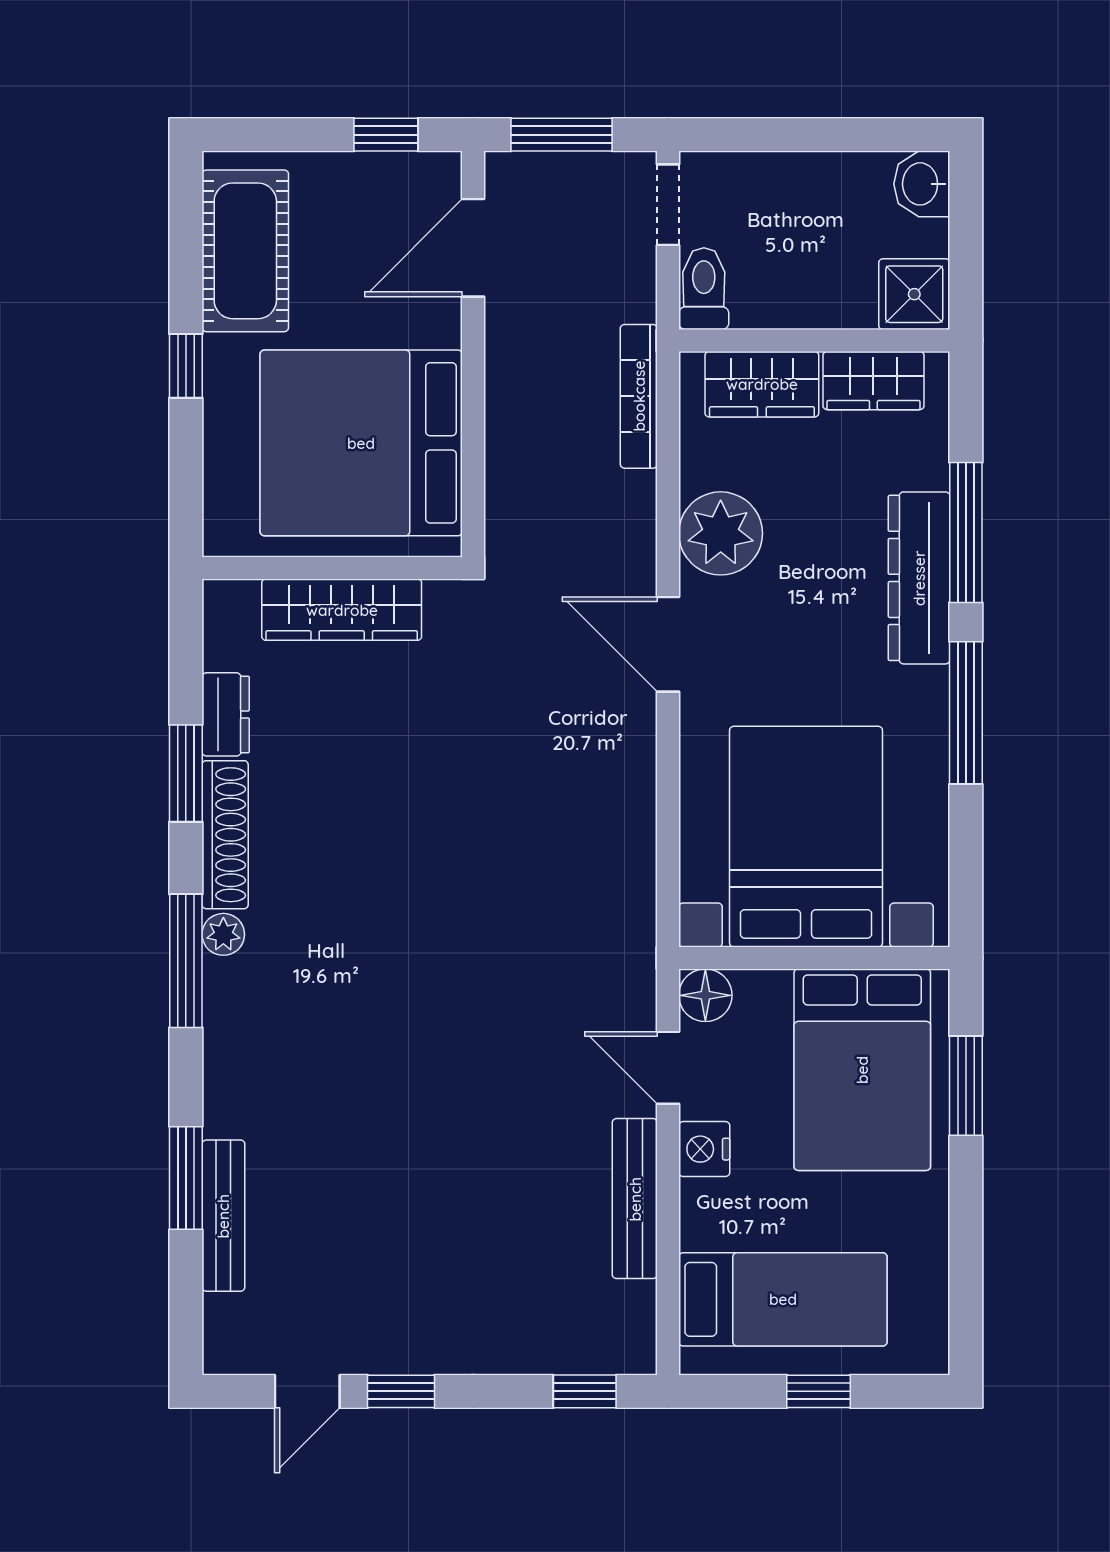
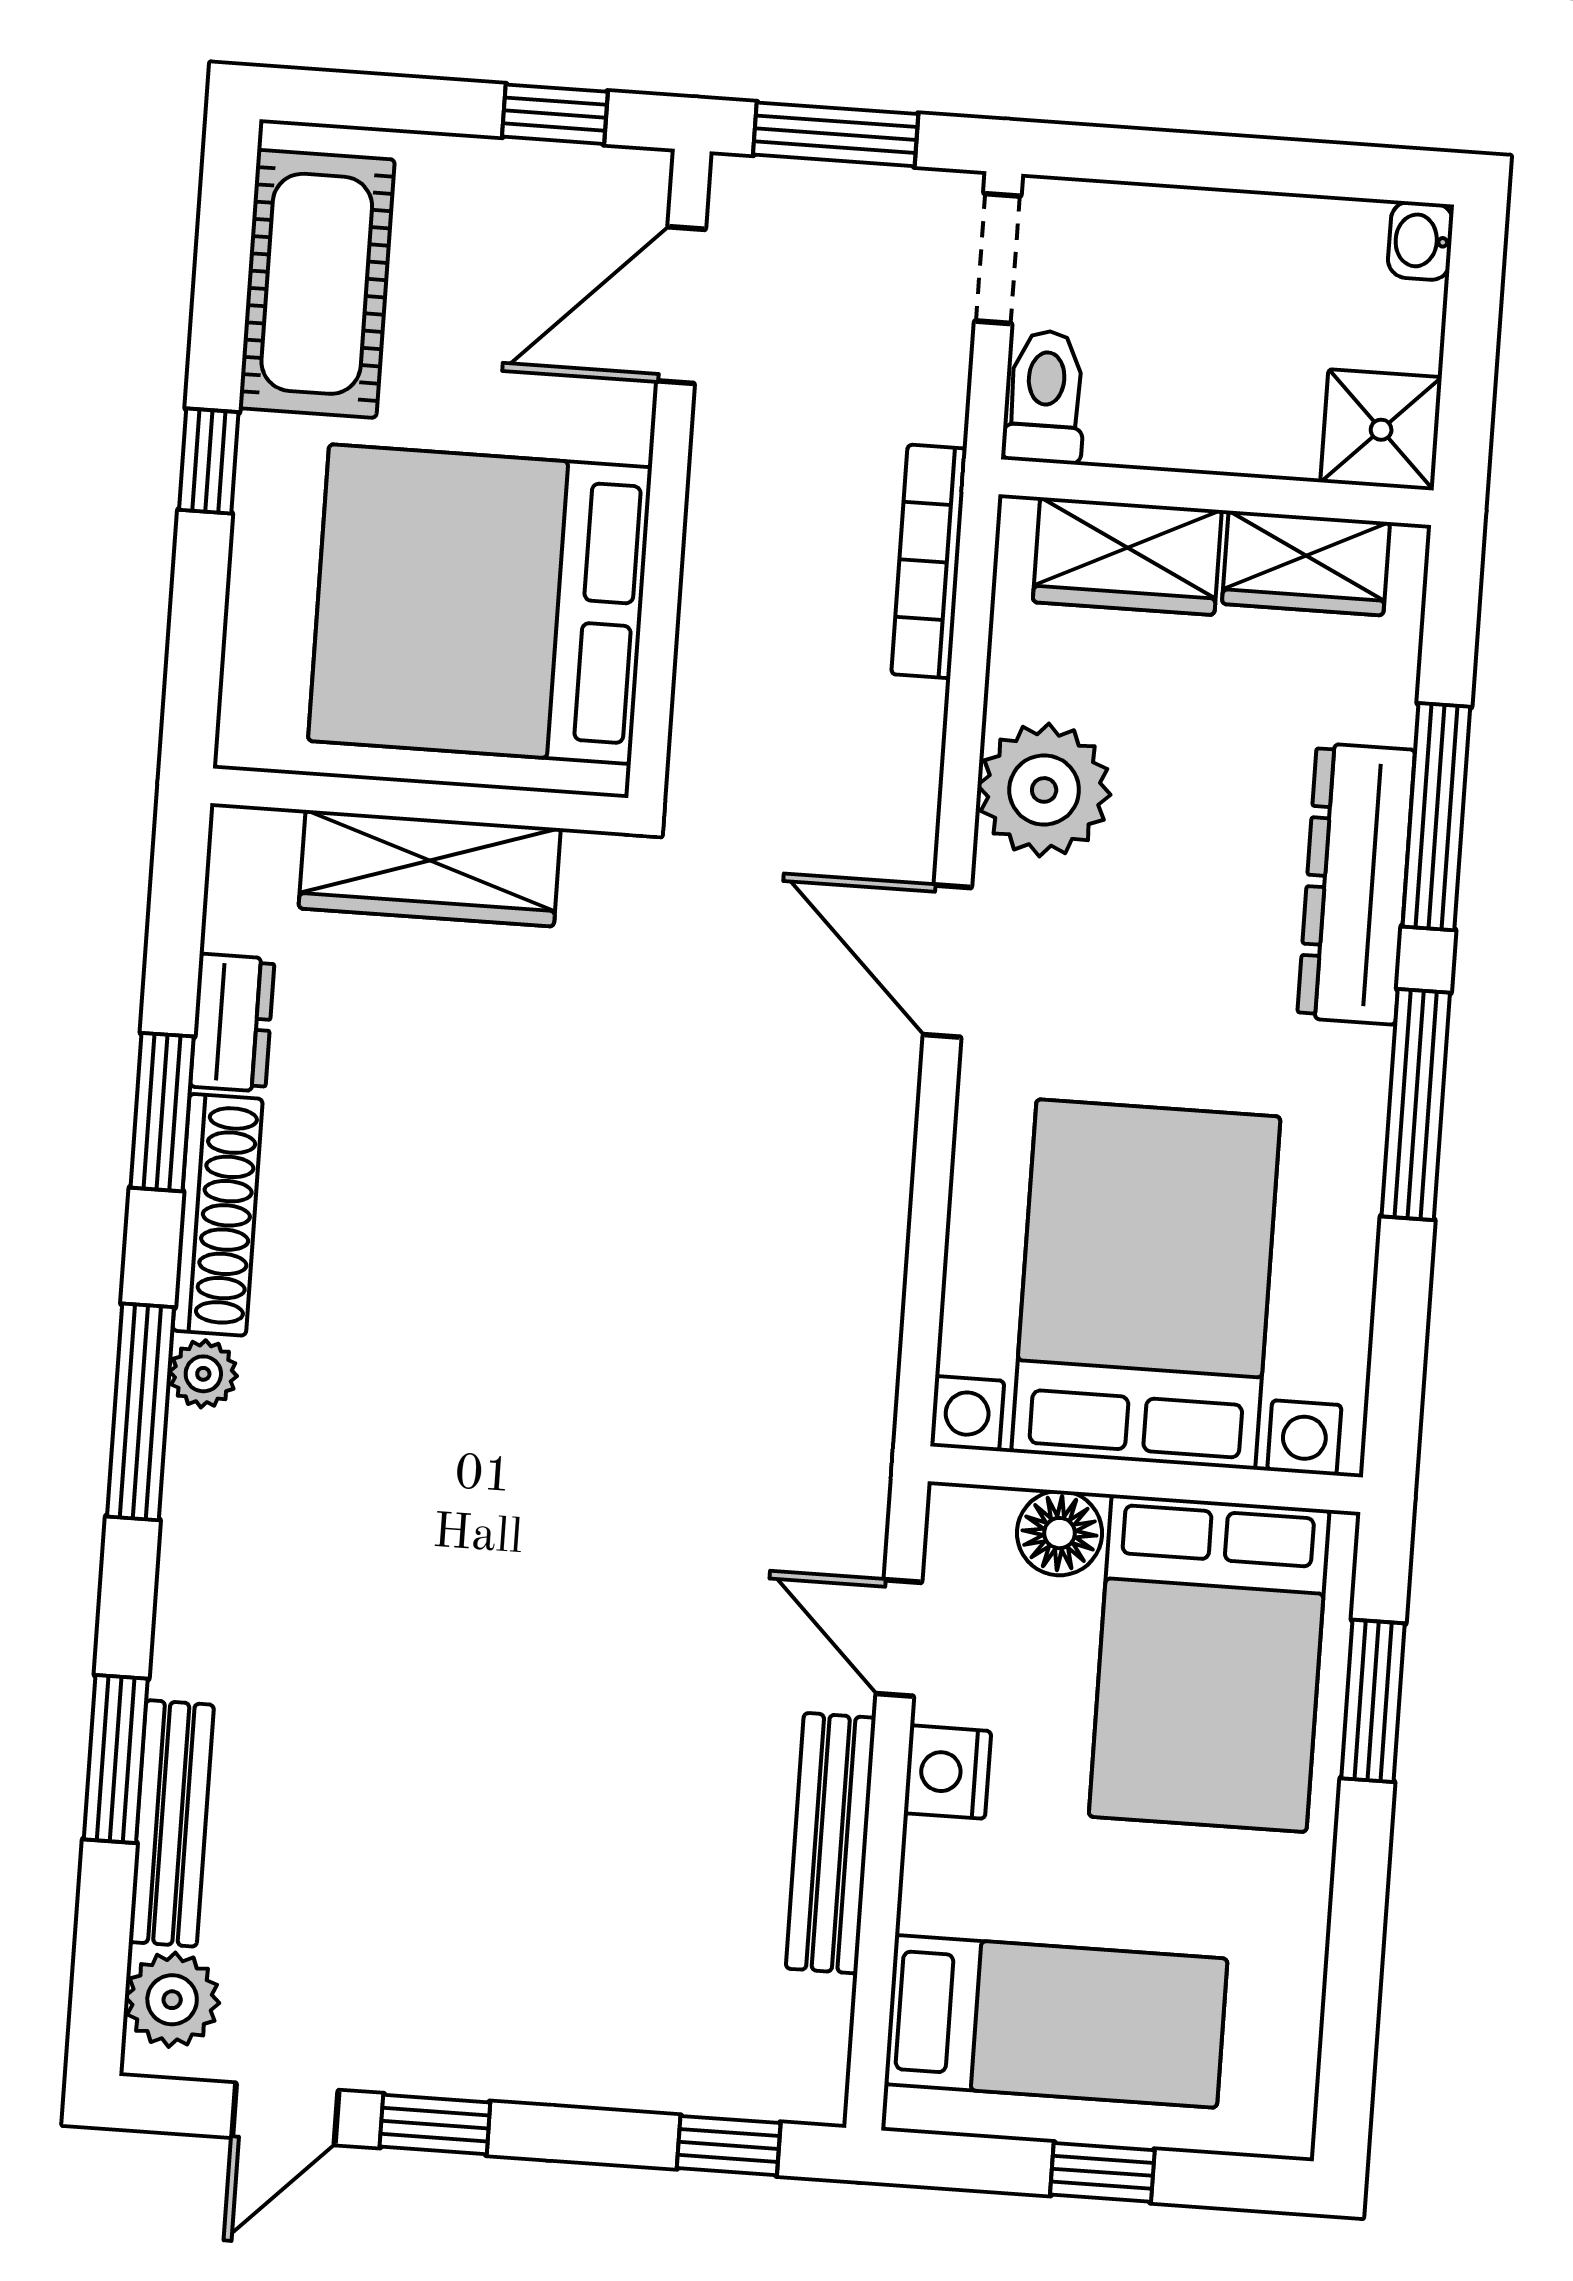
washbasin: (922, 184) -> (1421, 241), width x0.72, depth x0.69
floor lamp: (705, 995) -> (1060, 1533), moved
plant: (232, 1325) -> (172, 2000), added

